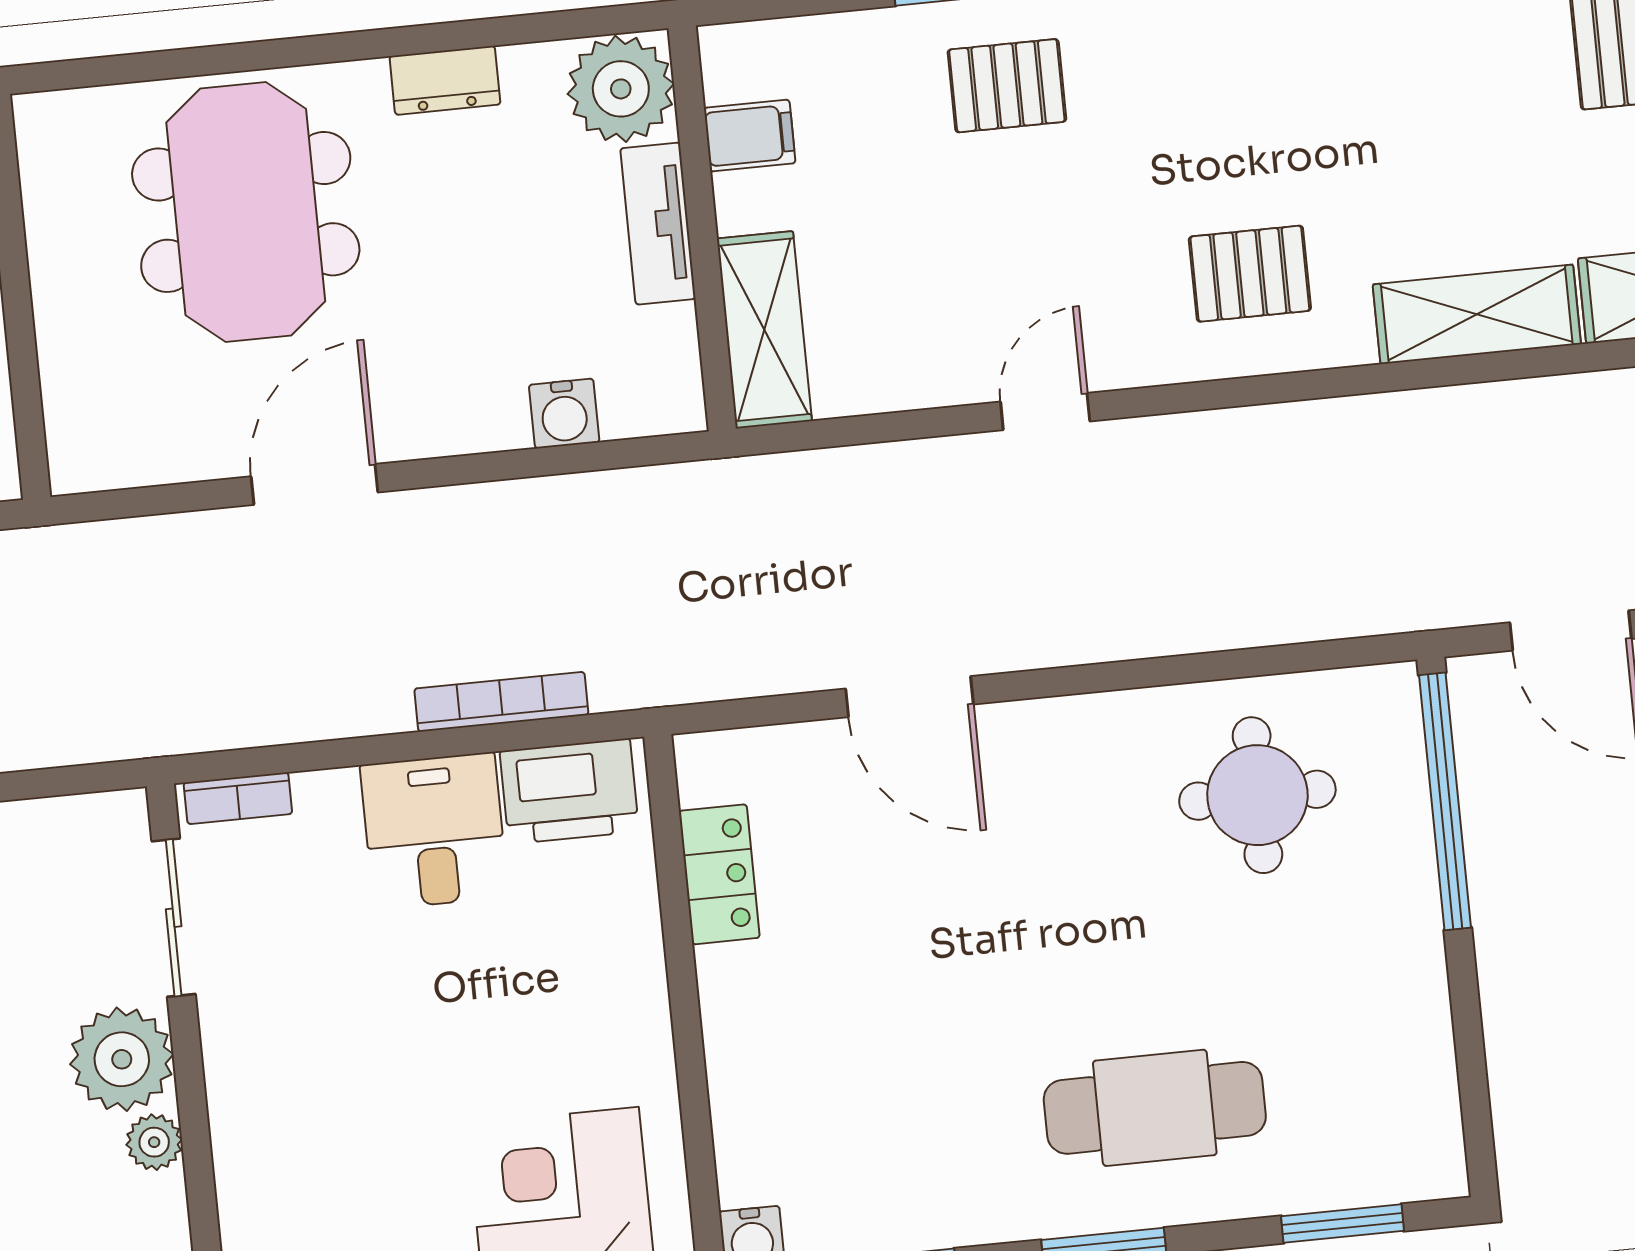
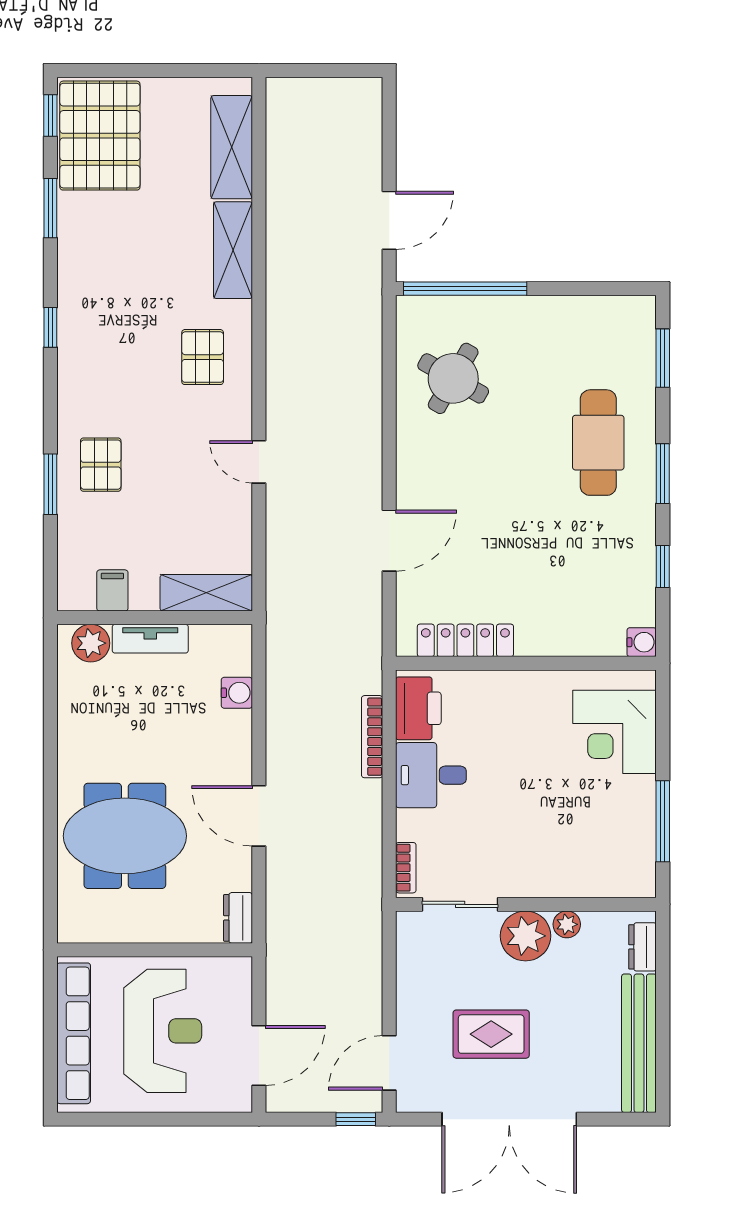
dresser: (445, 80) -> (238, 918), moved, turned 180
plant: (621, 89) -> (91, 643), width x0.73, depth x0.73
round table: (1257, 795) -> (453, 378), turned 30
locker: (719, 874) -> (465, 640), width x1.53

